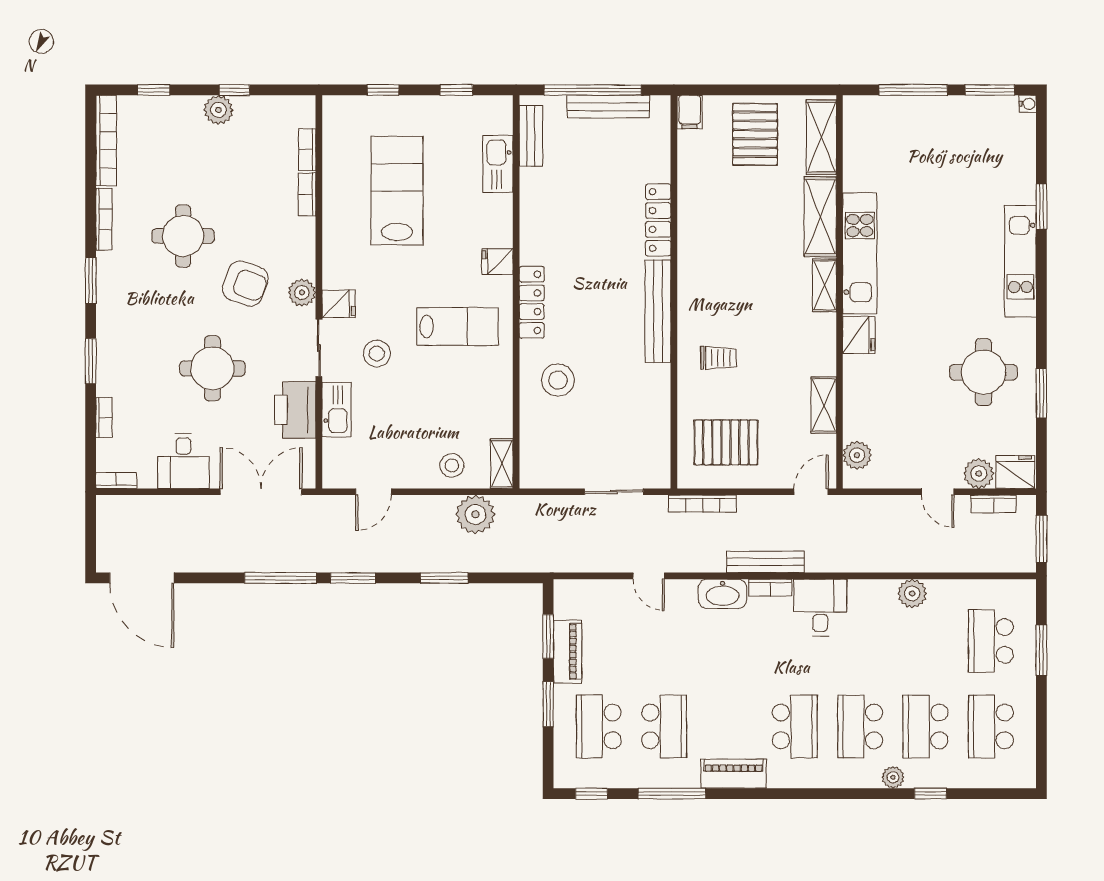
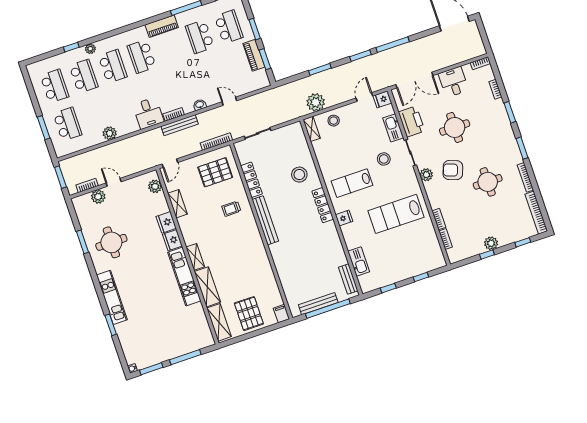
lab bench: (397, 191) -> (396, 214), moved, turned 90
locker: (658, 220) -> (251, 180), moved
fridge: (339, 304) -> (382, 99), moved
fridge: (1015, 472) -> (166, 222), moved, turned 90
washbasin: (723, 594) -> (200, 105), width x0.52, depth x0.69

